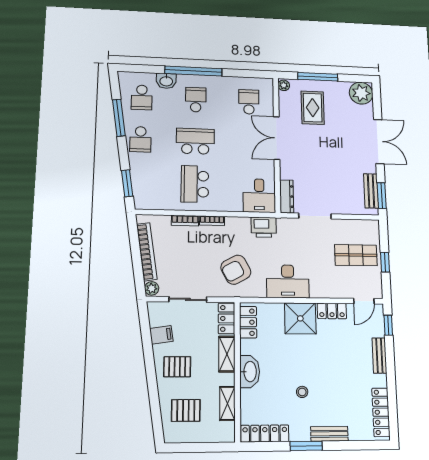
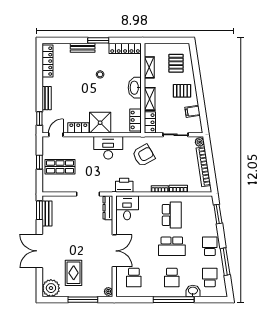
rug: (313, 108) -> (74, 273), moved
pallet: (186, 410) -> (176, 63), turned 90

